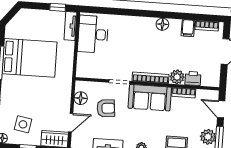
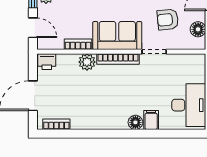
floor lamp: (162, 24) -> (135, 122), moved
filing cabinet: (188, 28) -> (151, 120), moved
printer: (193, 78) -> (47, 62), moved

